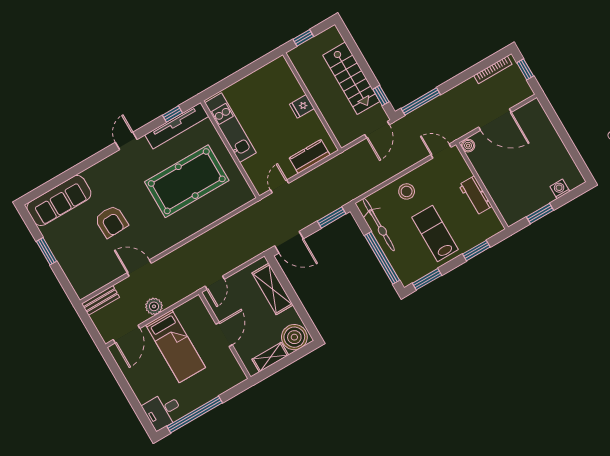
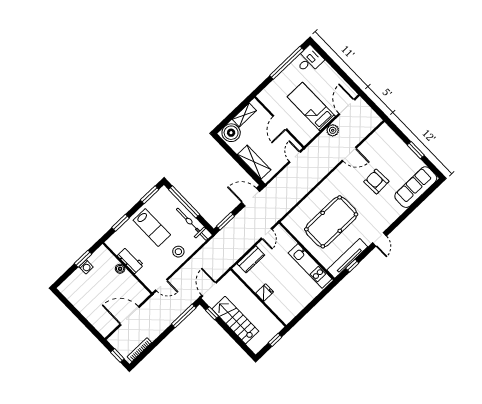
boiler: (468, 146) -> (120, 269), moved
washing machine: (560, 189) -> (86, 267), moved
bench: (100, 300) -> (370, 125), removed

